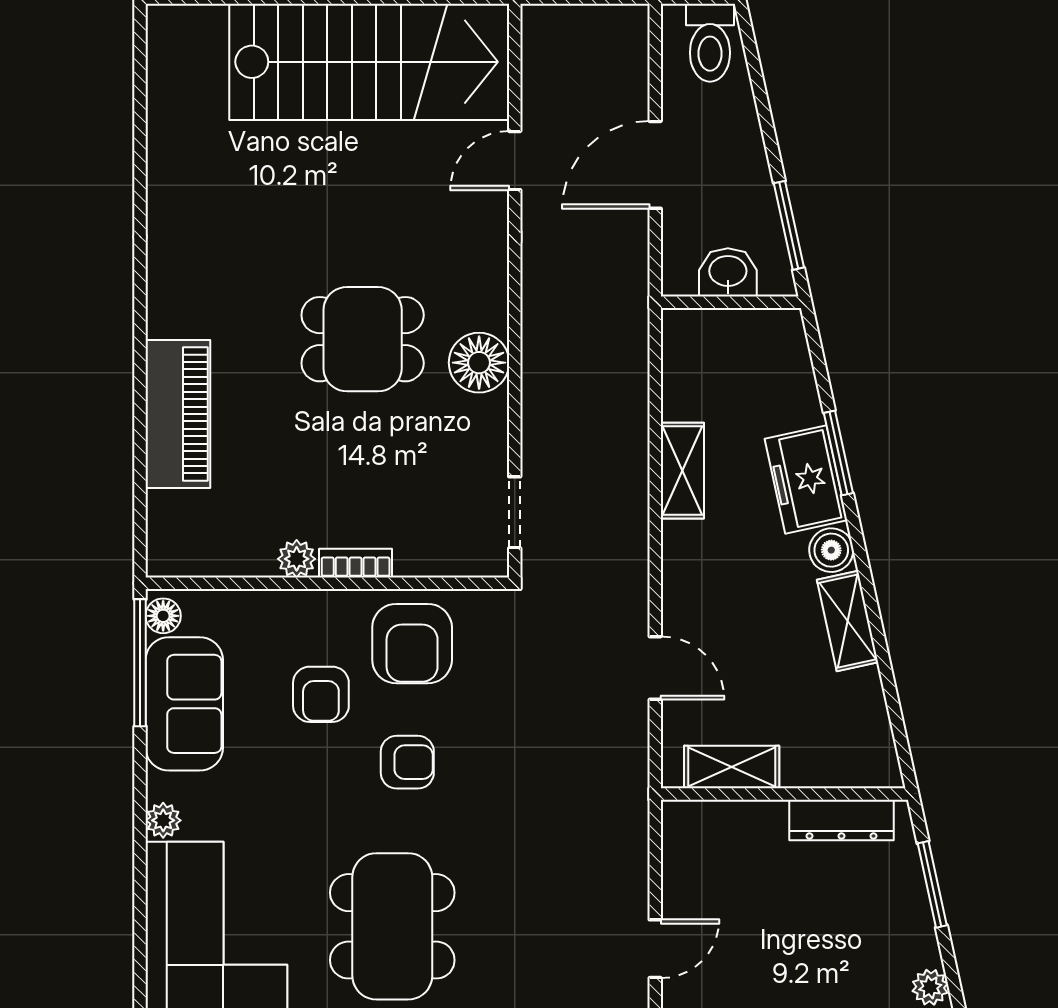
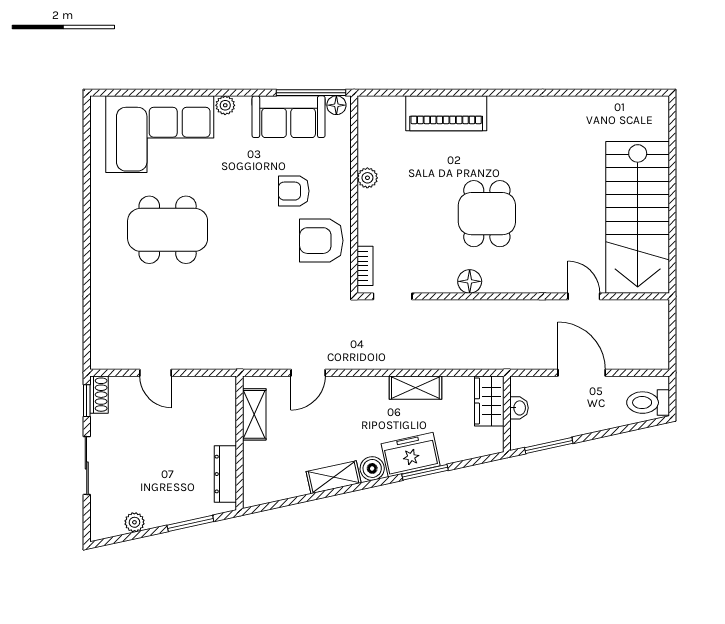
washbasin: (728, 272) -> (519, 408), width x0.72, depth x0.69
wardrobe: (707, 335) -> (489, 401), added
floor lamp: (479, 363) -> (470, 281), width x0.73, depth x0.73
bookcase: (356, 563) -> (365, 266), moved
armchair: (407, 762) -> (257, 238), removed

